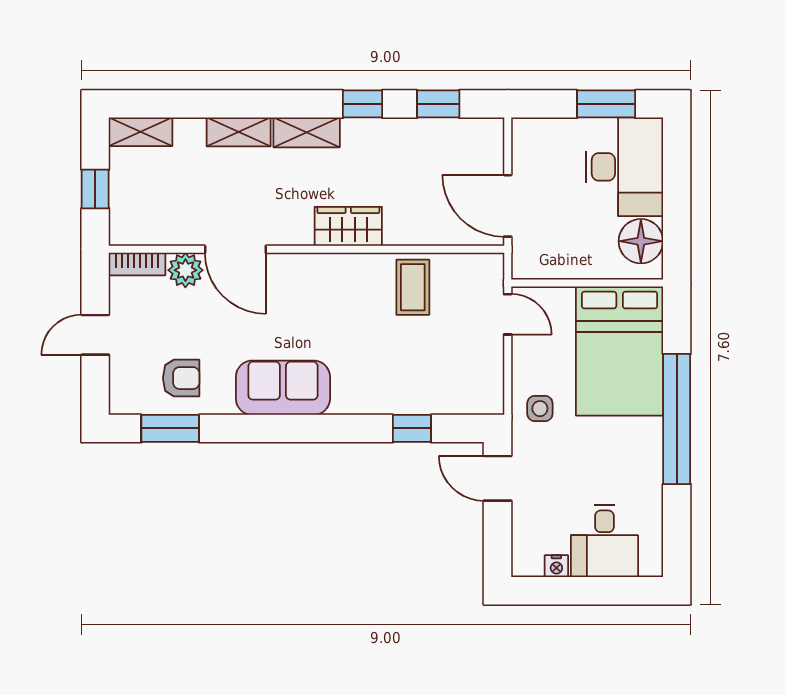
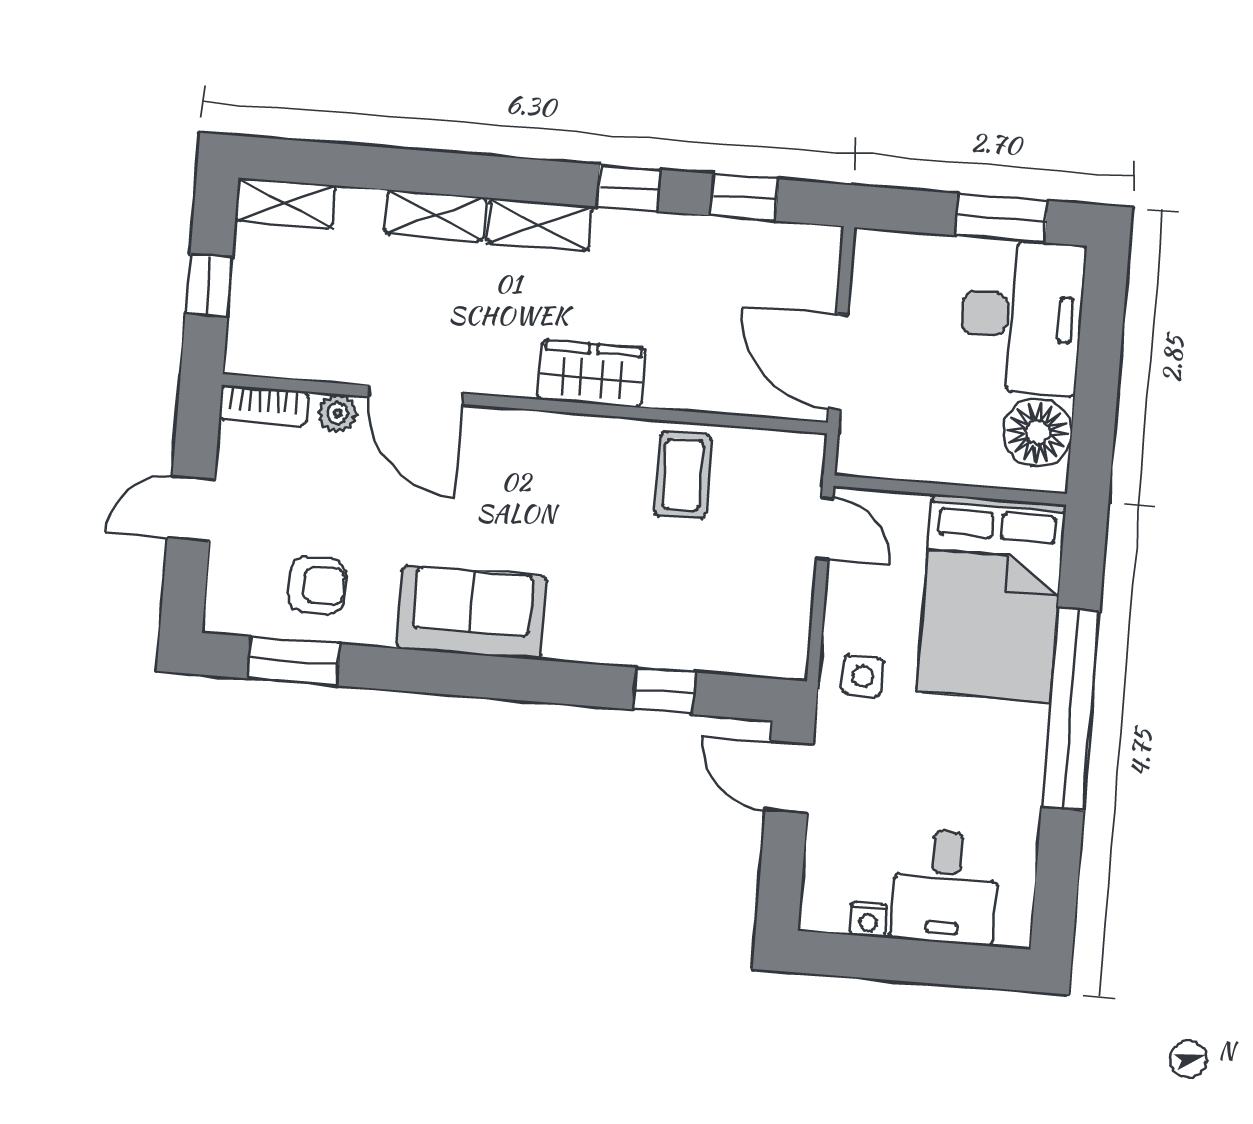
plant: (185, 270) -> (338, 413), width x0.73, depth x0.73

